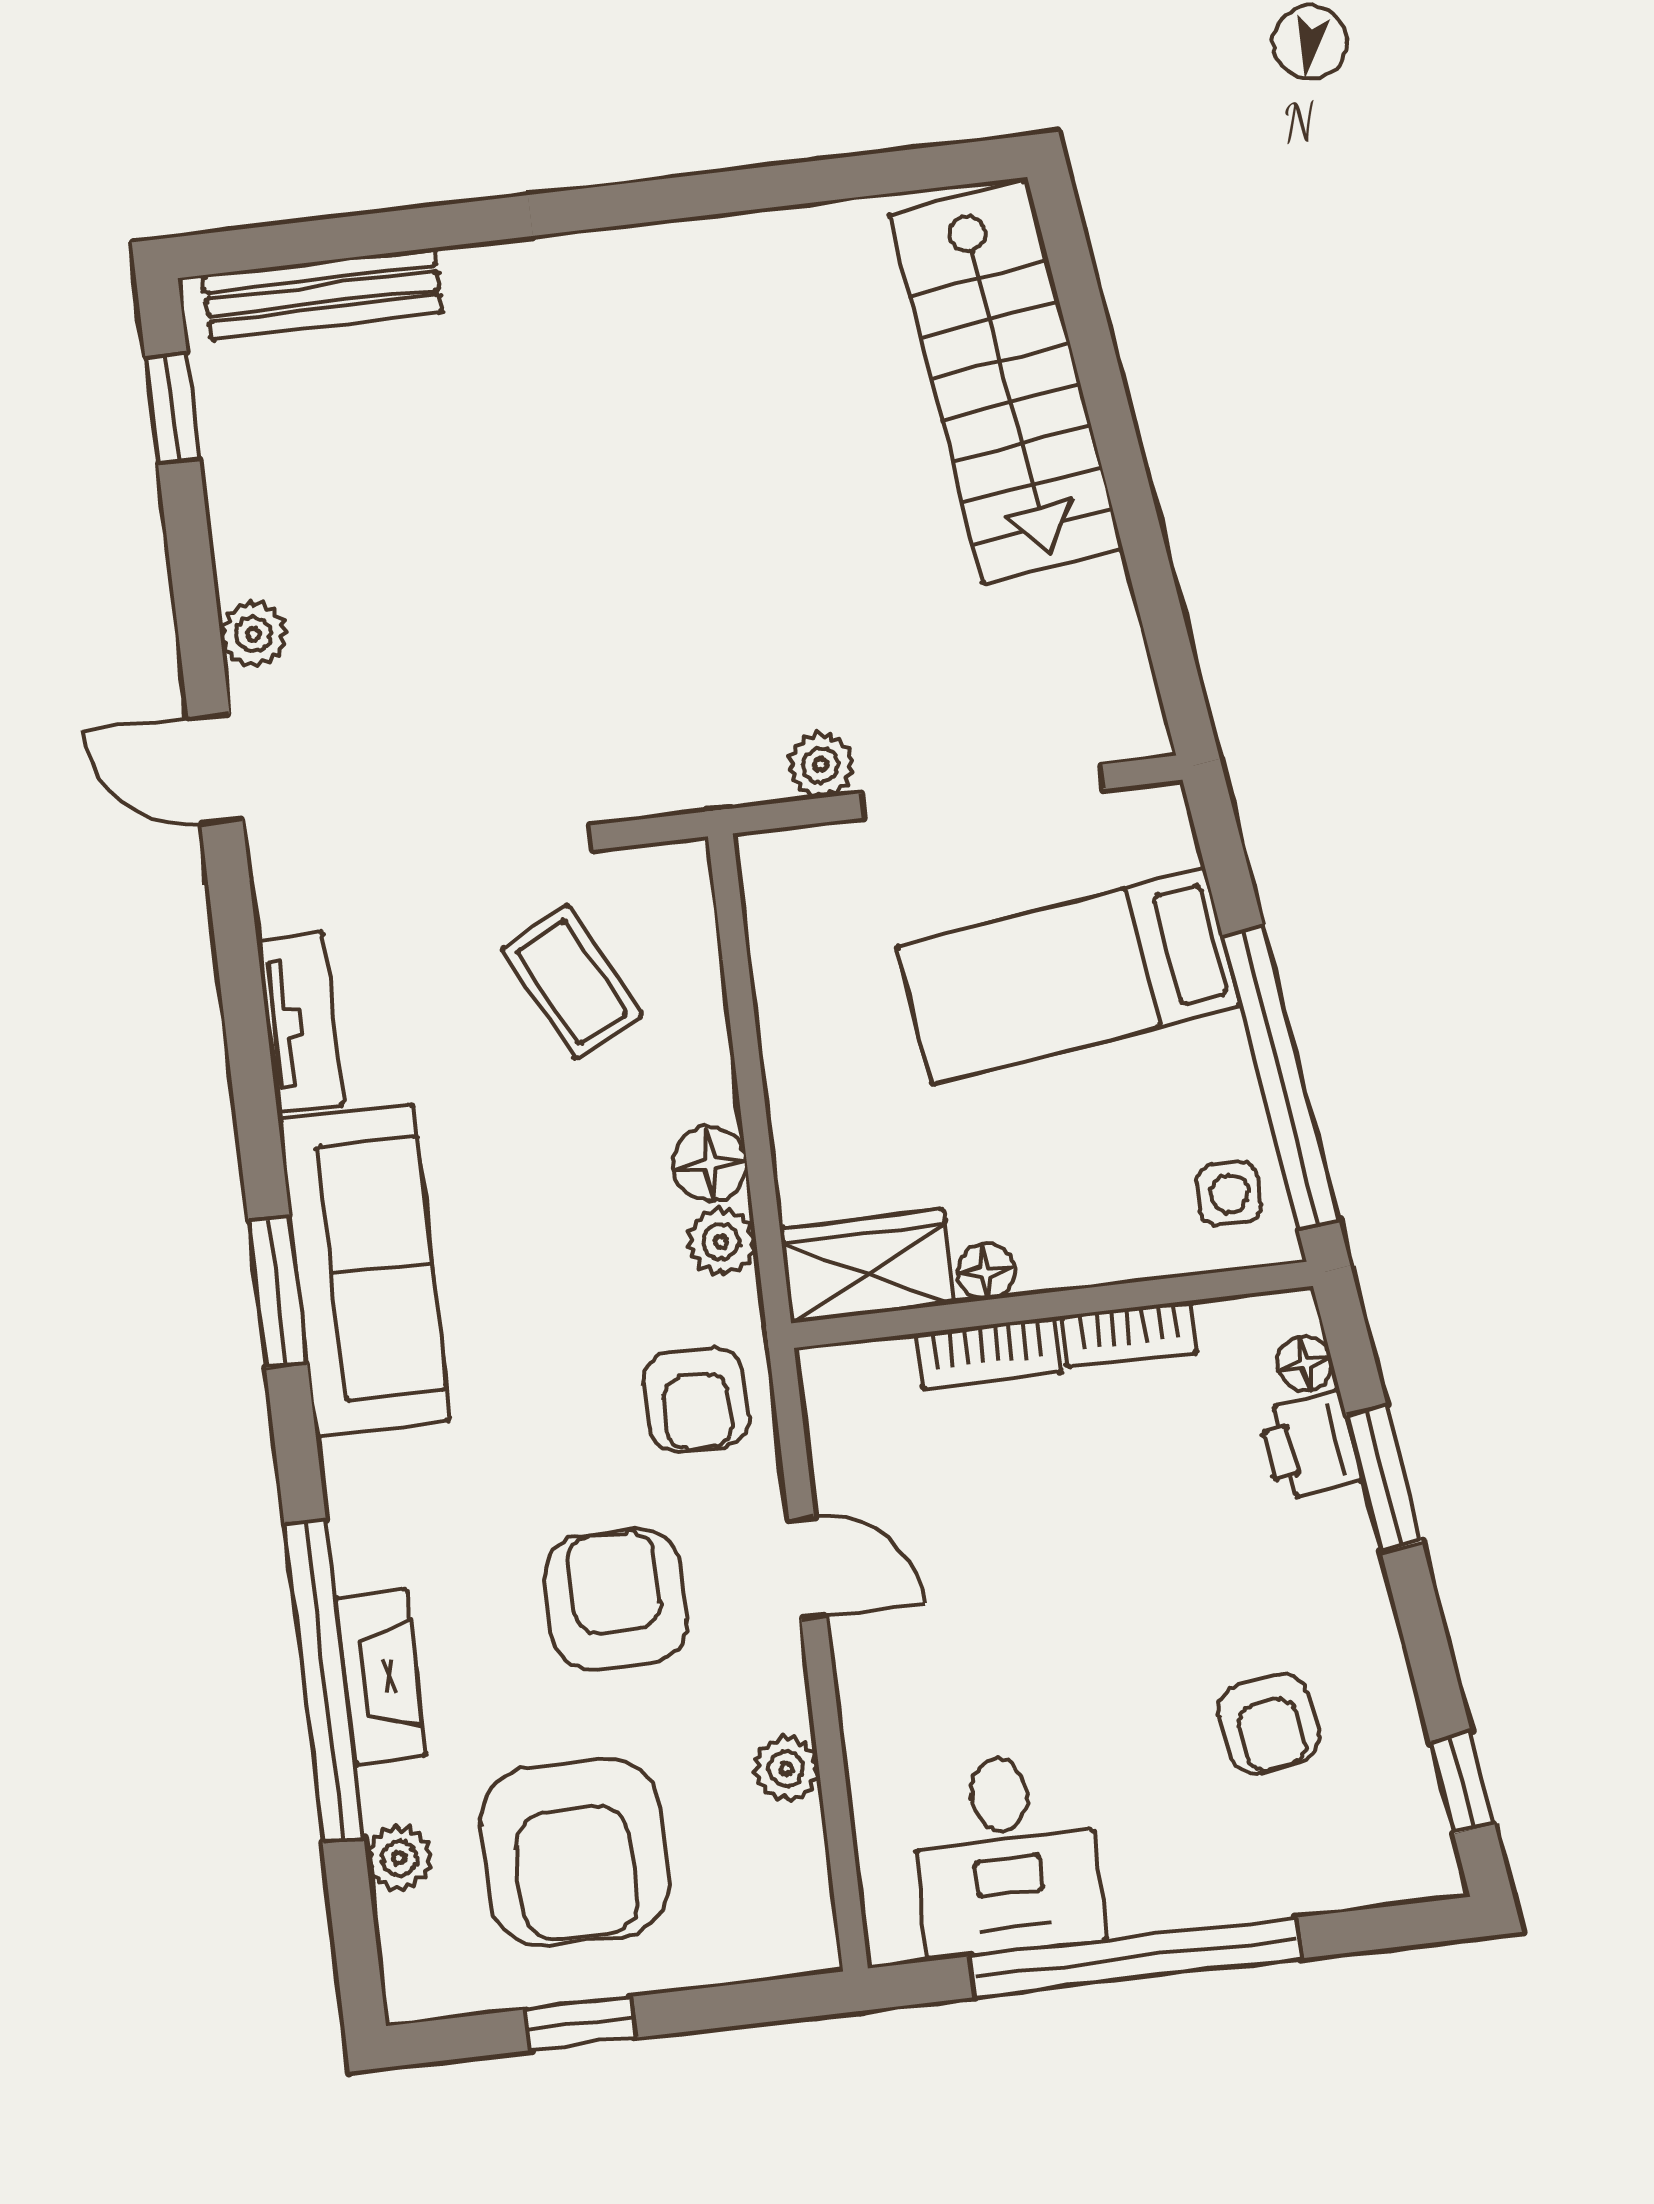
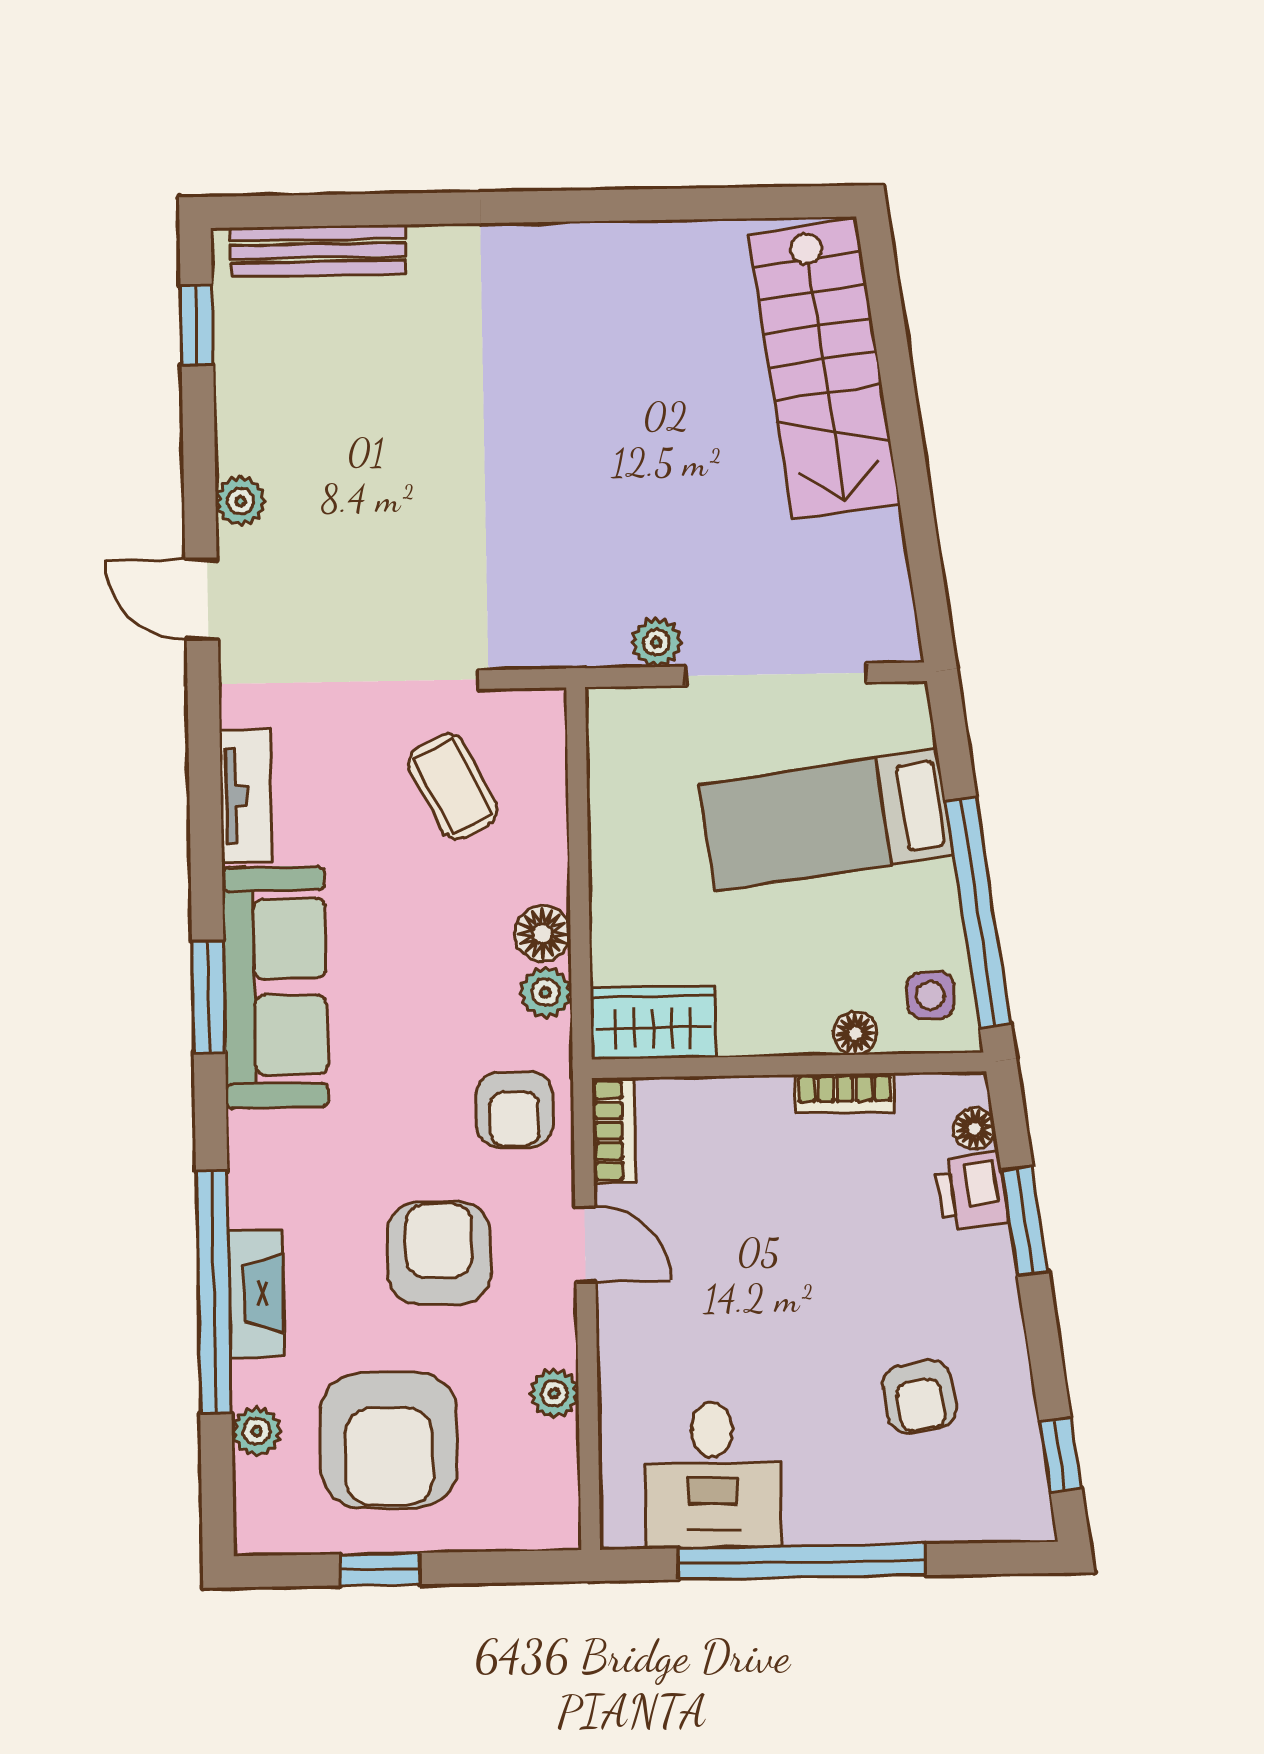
floor lamp: (986, 1271) -> (855, 1033), moved
bookcase: (989, 1353) -> (614, 1131), moved, turned -90

